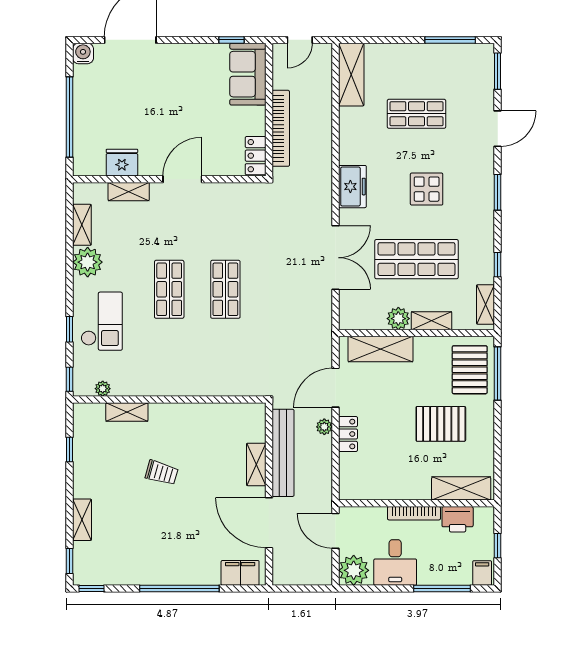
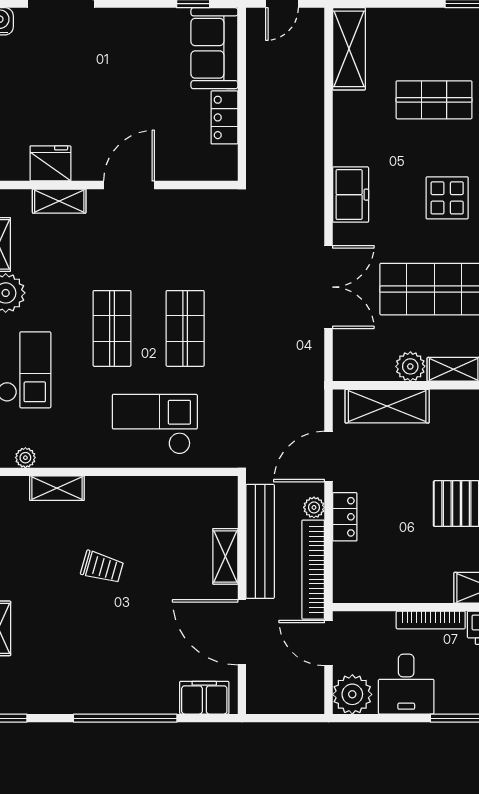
bookcase: (281, 128) -> (313, 570), moved, turned 180
locker: (256, 156) -> (224, 117), moved
checkout: (202, 363) -> (155, 424), added

